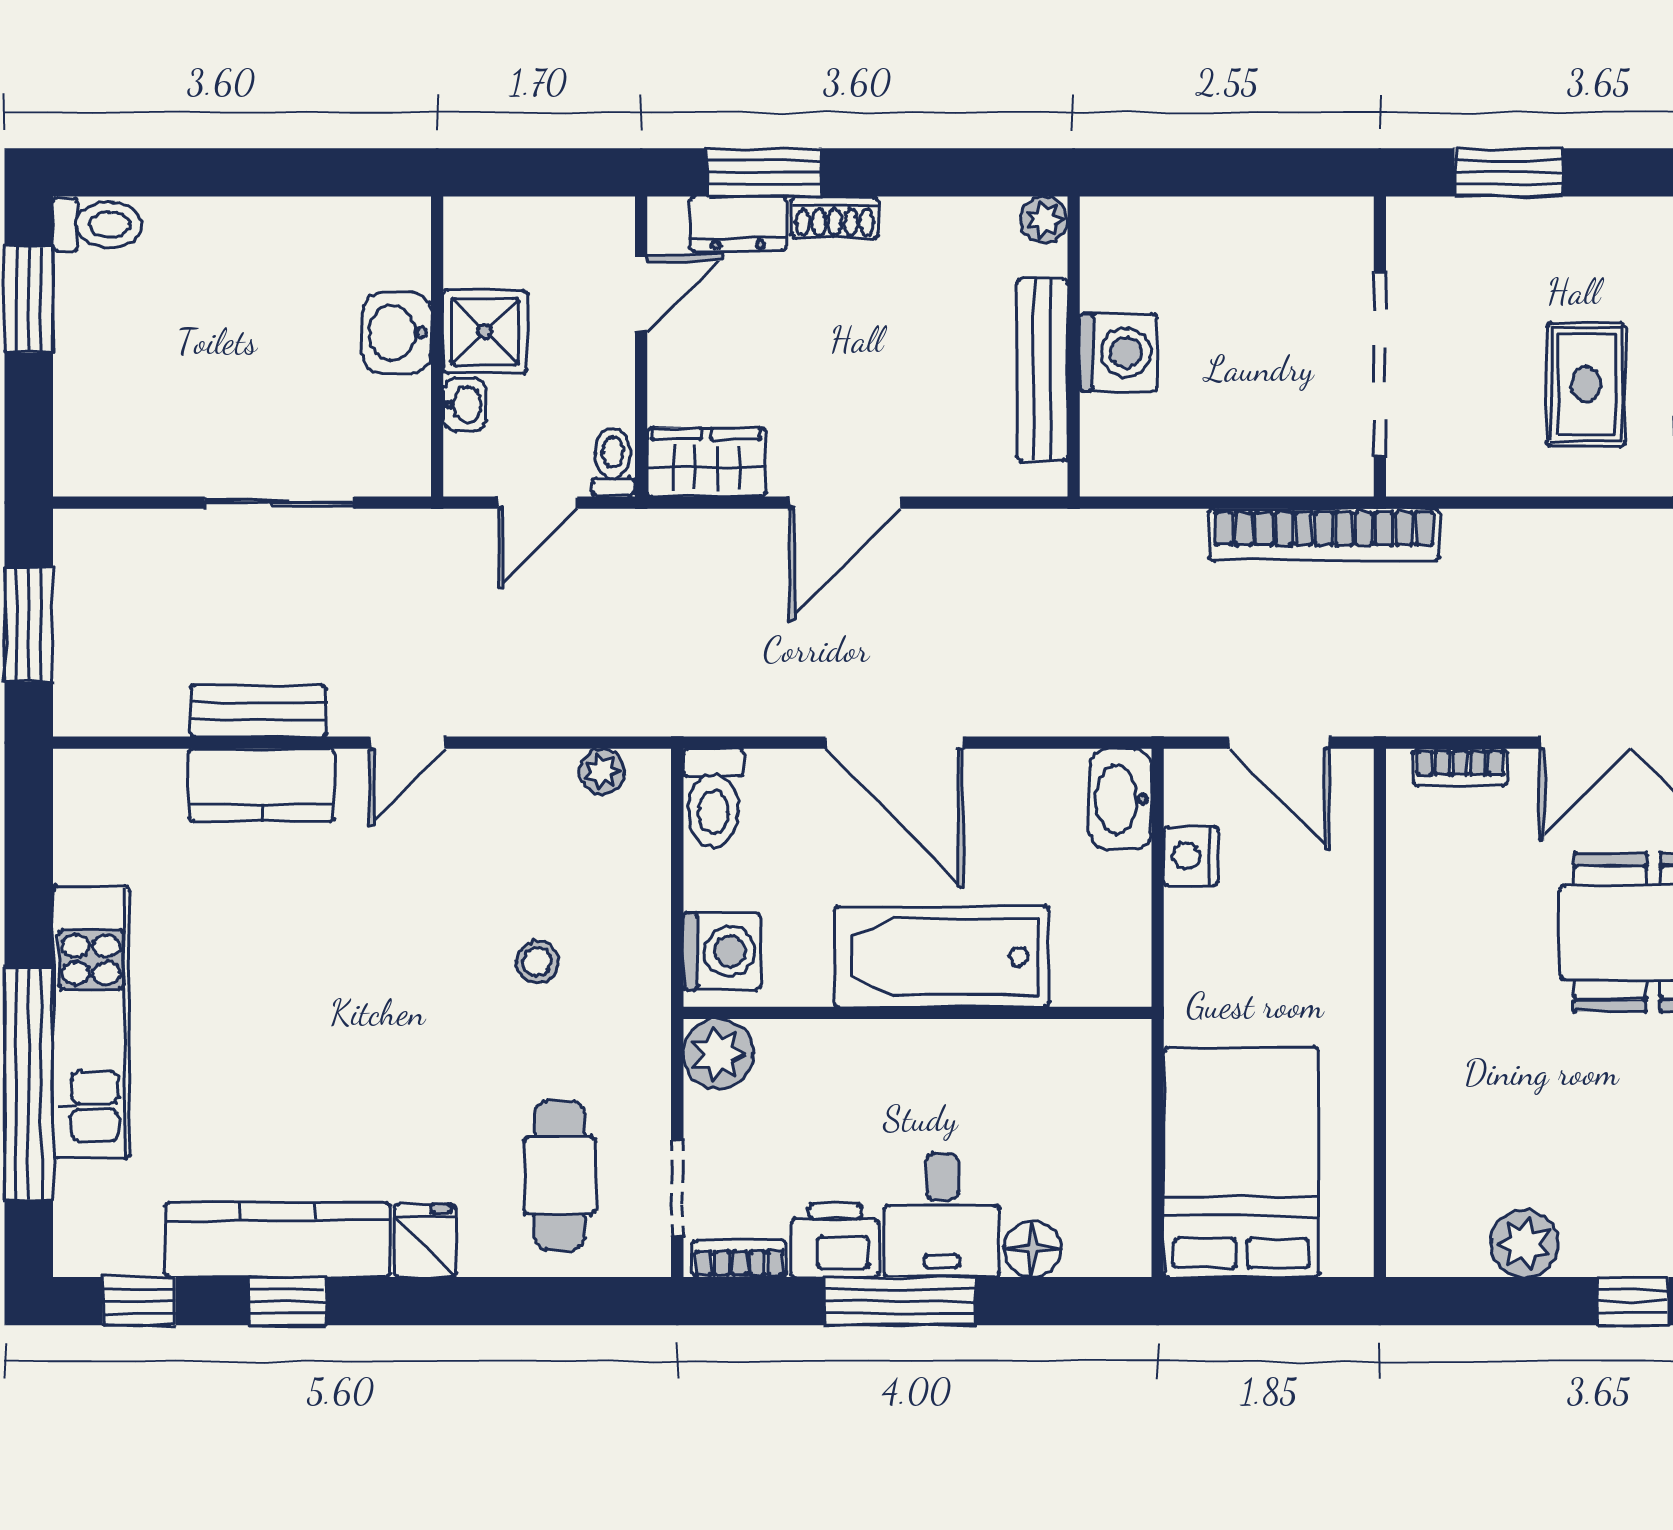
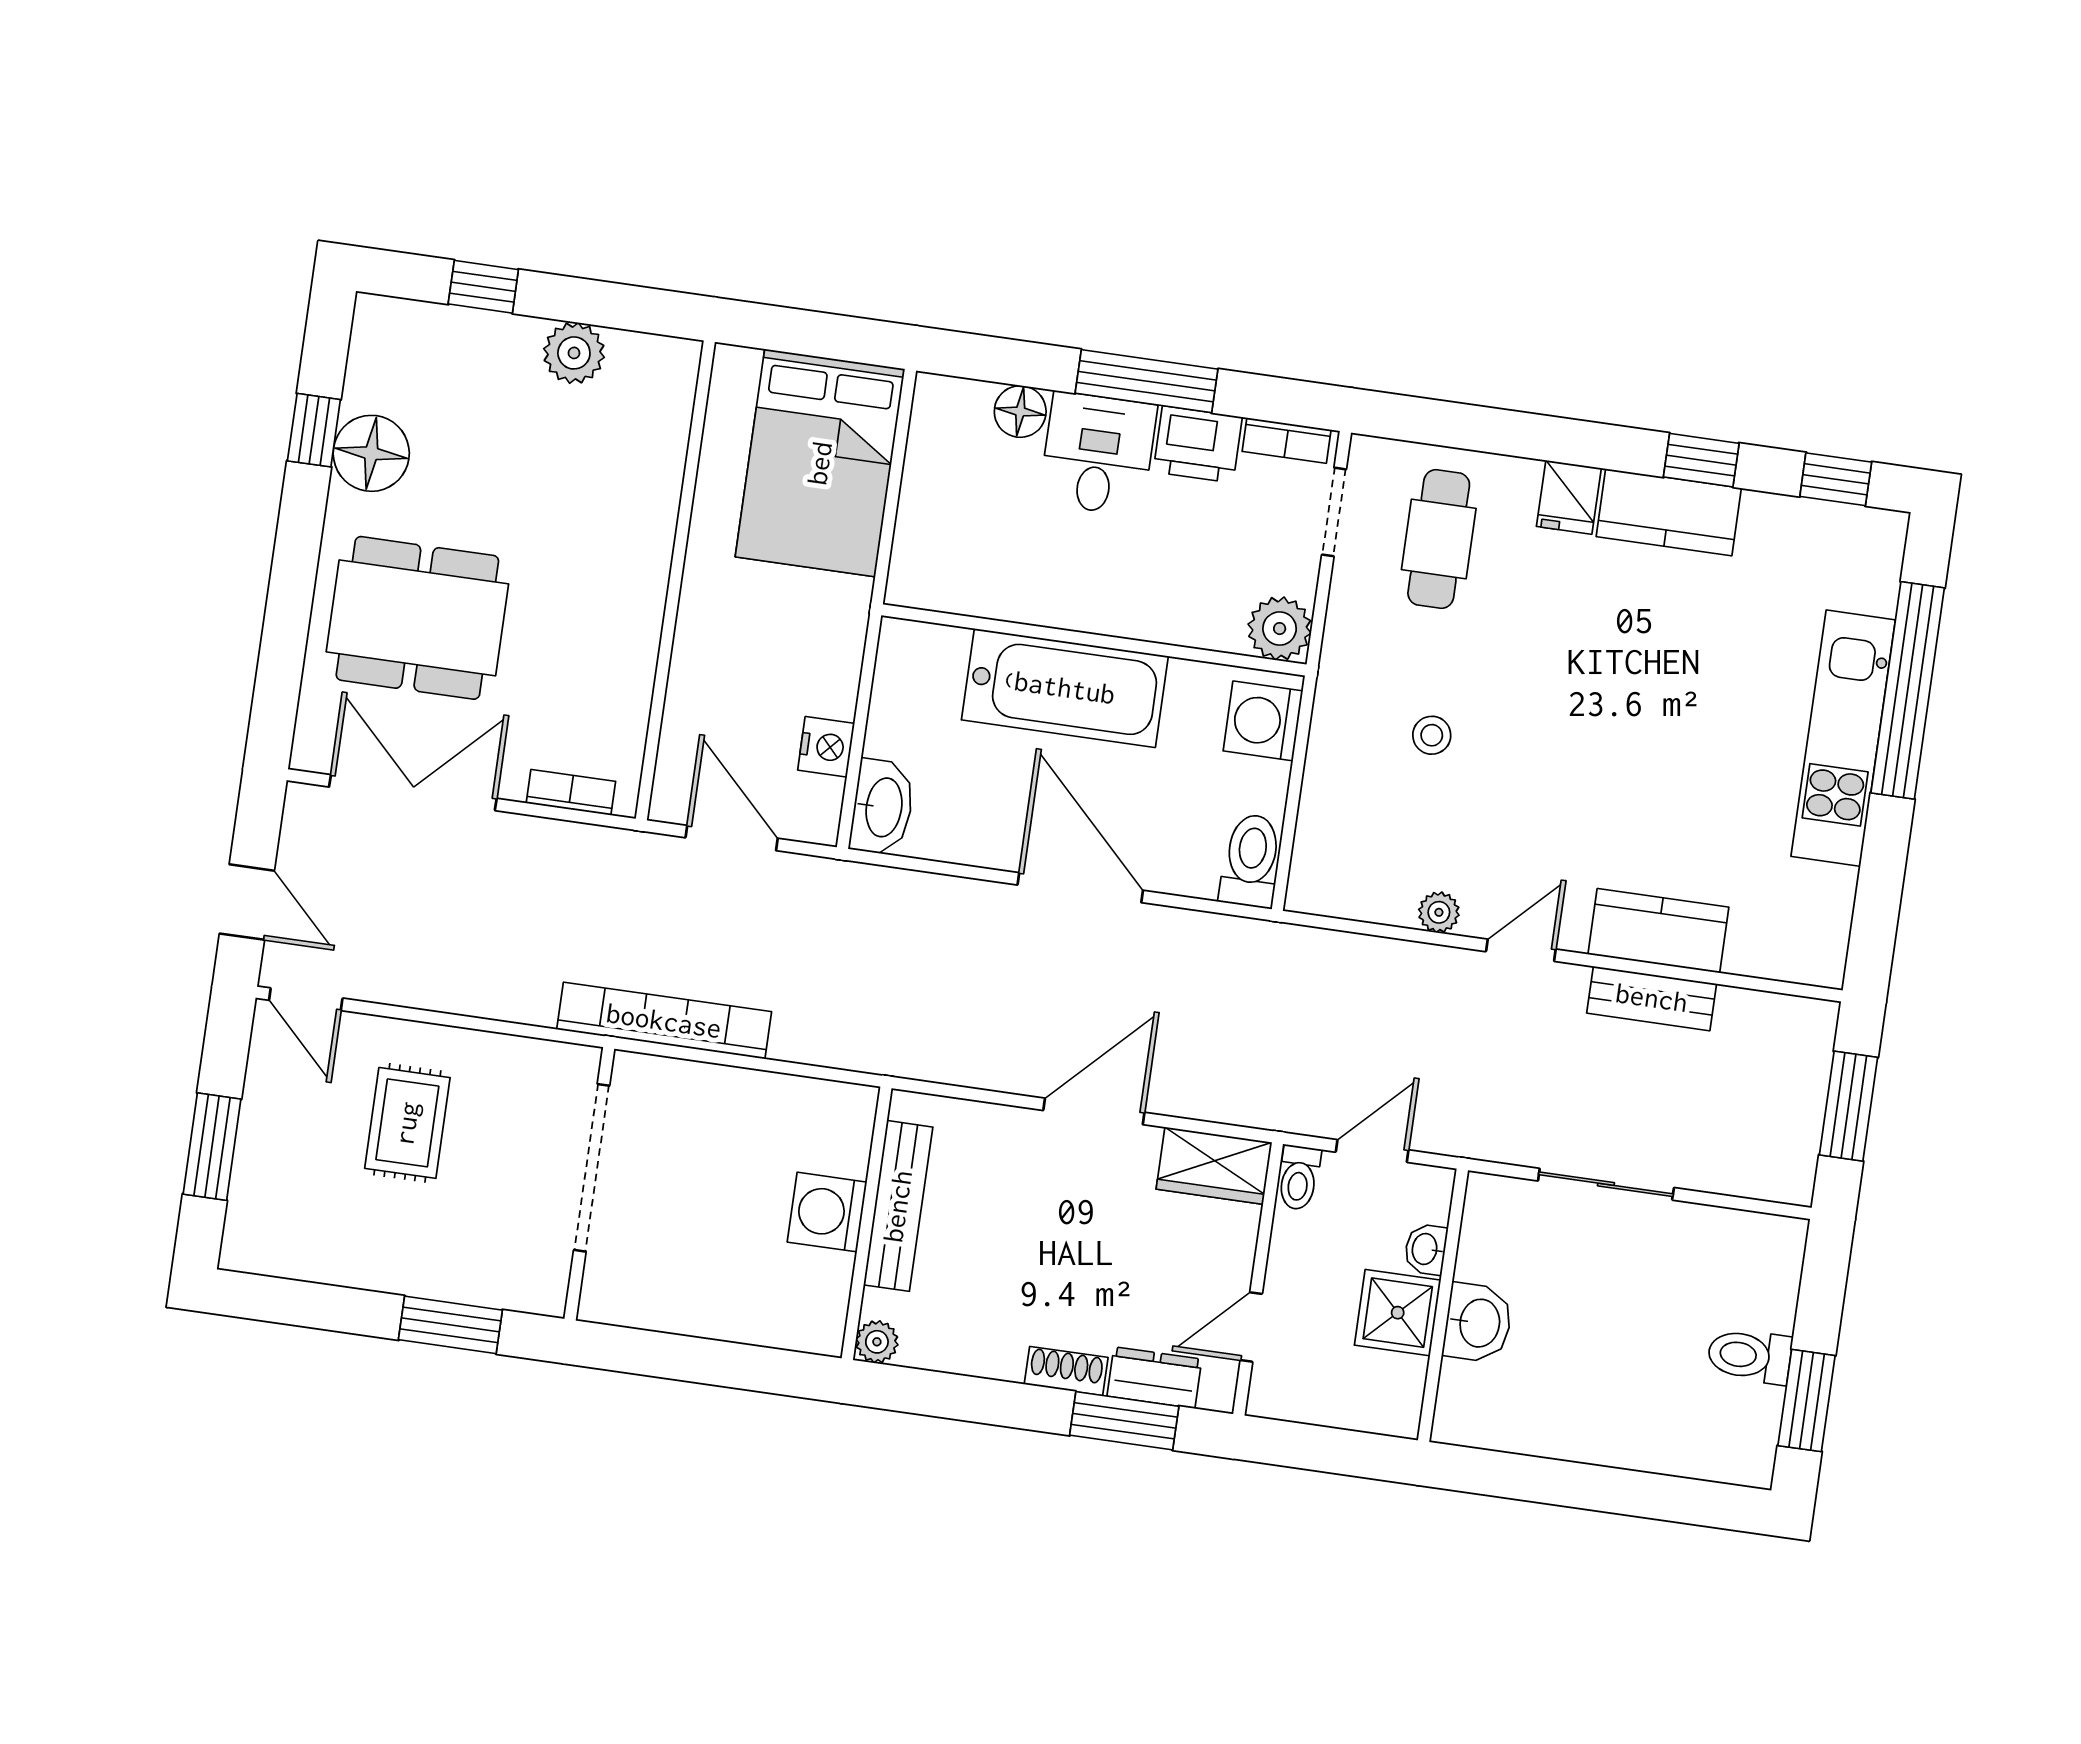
toilet: (97, 225) -> (1750, 1356), moved
plant: (602, 771) -> (1439, 912), moved
kitchen counter: (277, 1240) -> (1669, 512), width x0.67

